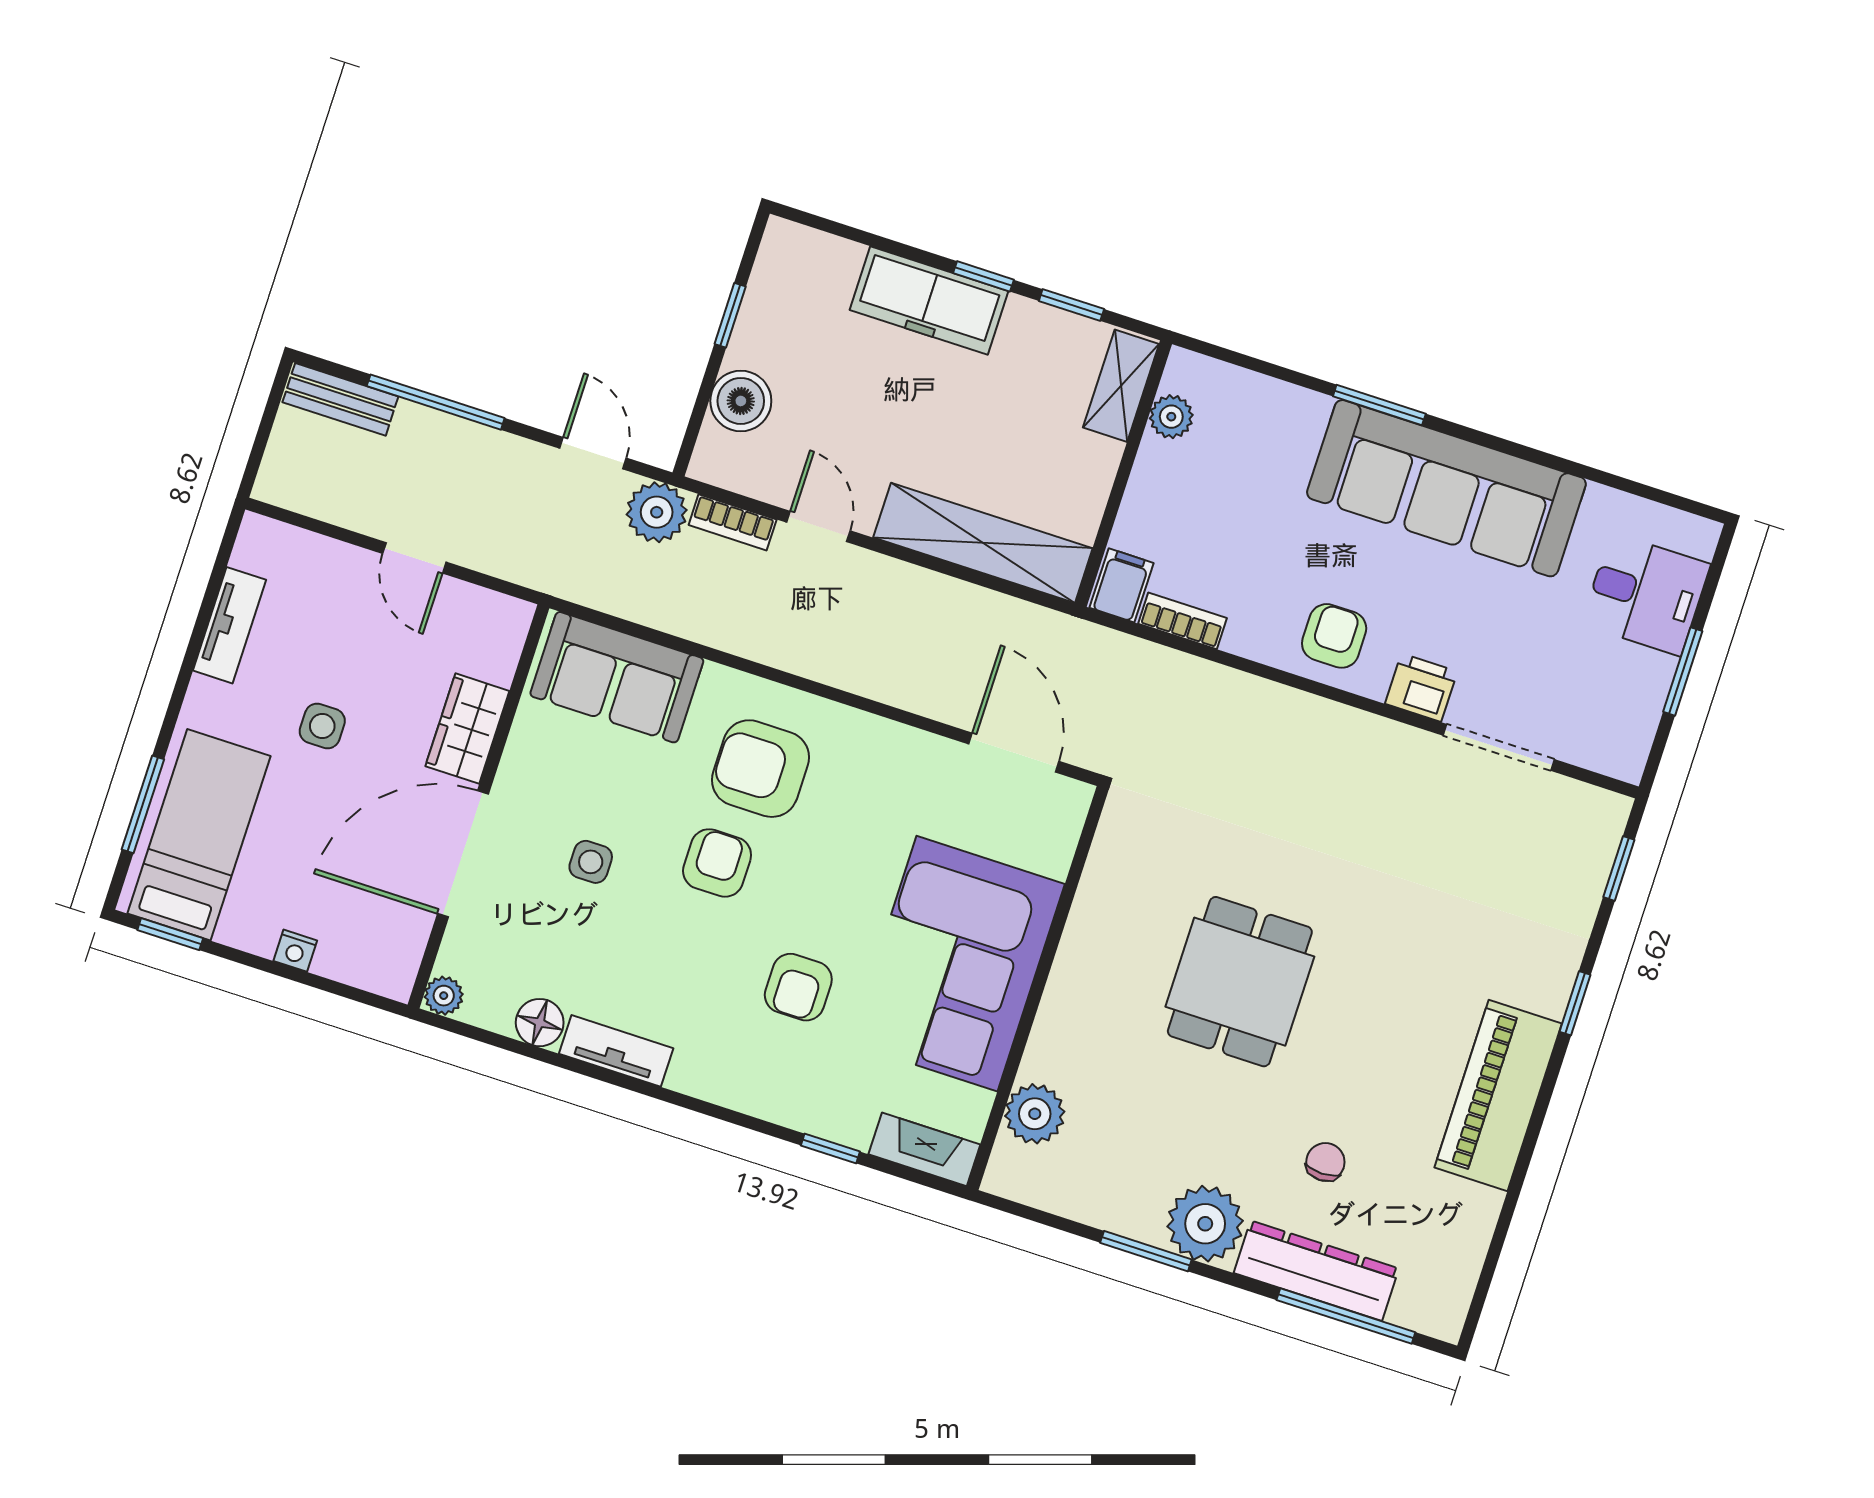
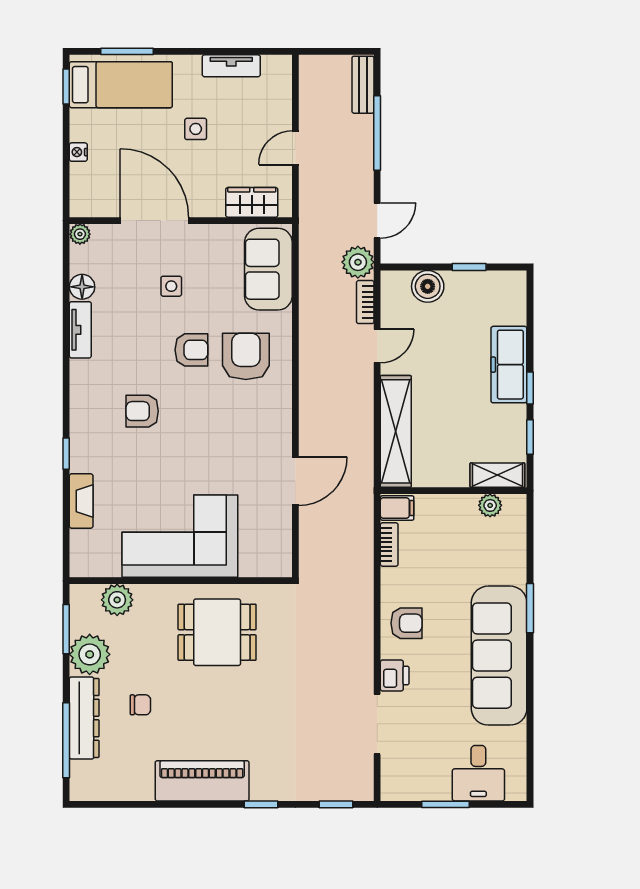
wardrobe: (467, 729) -> (252, 202), moved
corner sofa: (957, 964) -> (180, 536), moved
wall: (1038, 988) -> (181, 581), moved
plant: (1035, 1114) -> (117, 600), moved

